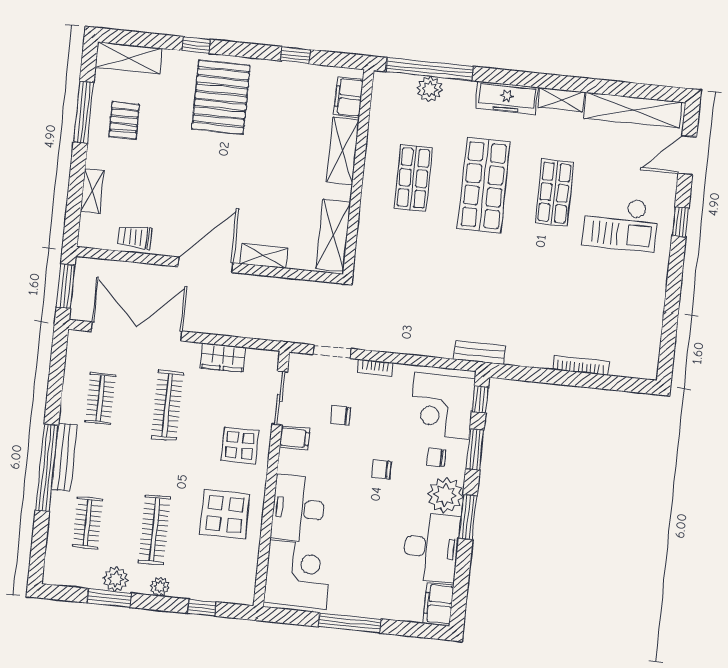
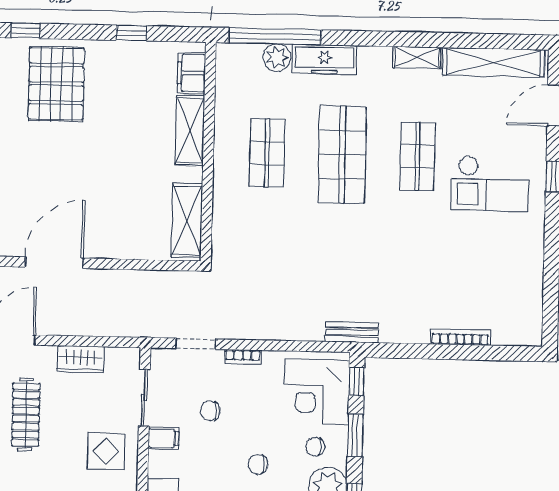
freezer: (507, 98) -> (324, 60), moved
shelving: (264, 256) -> (115, 248), removed

